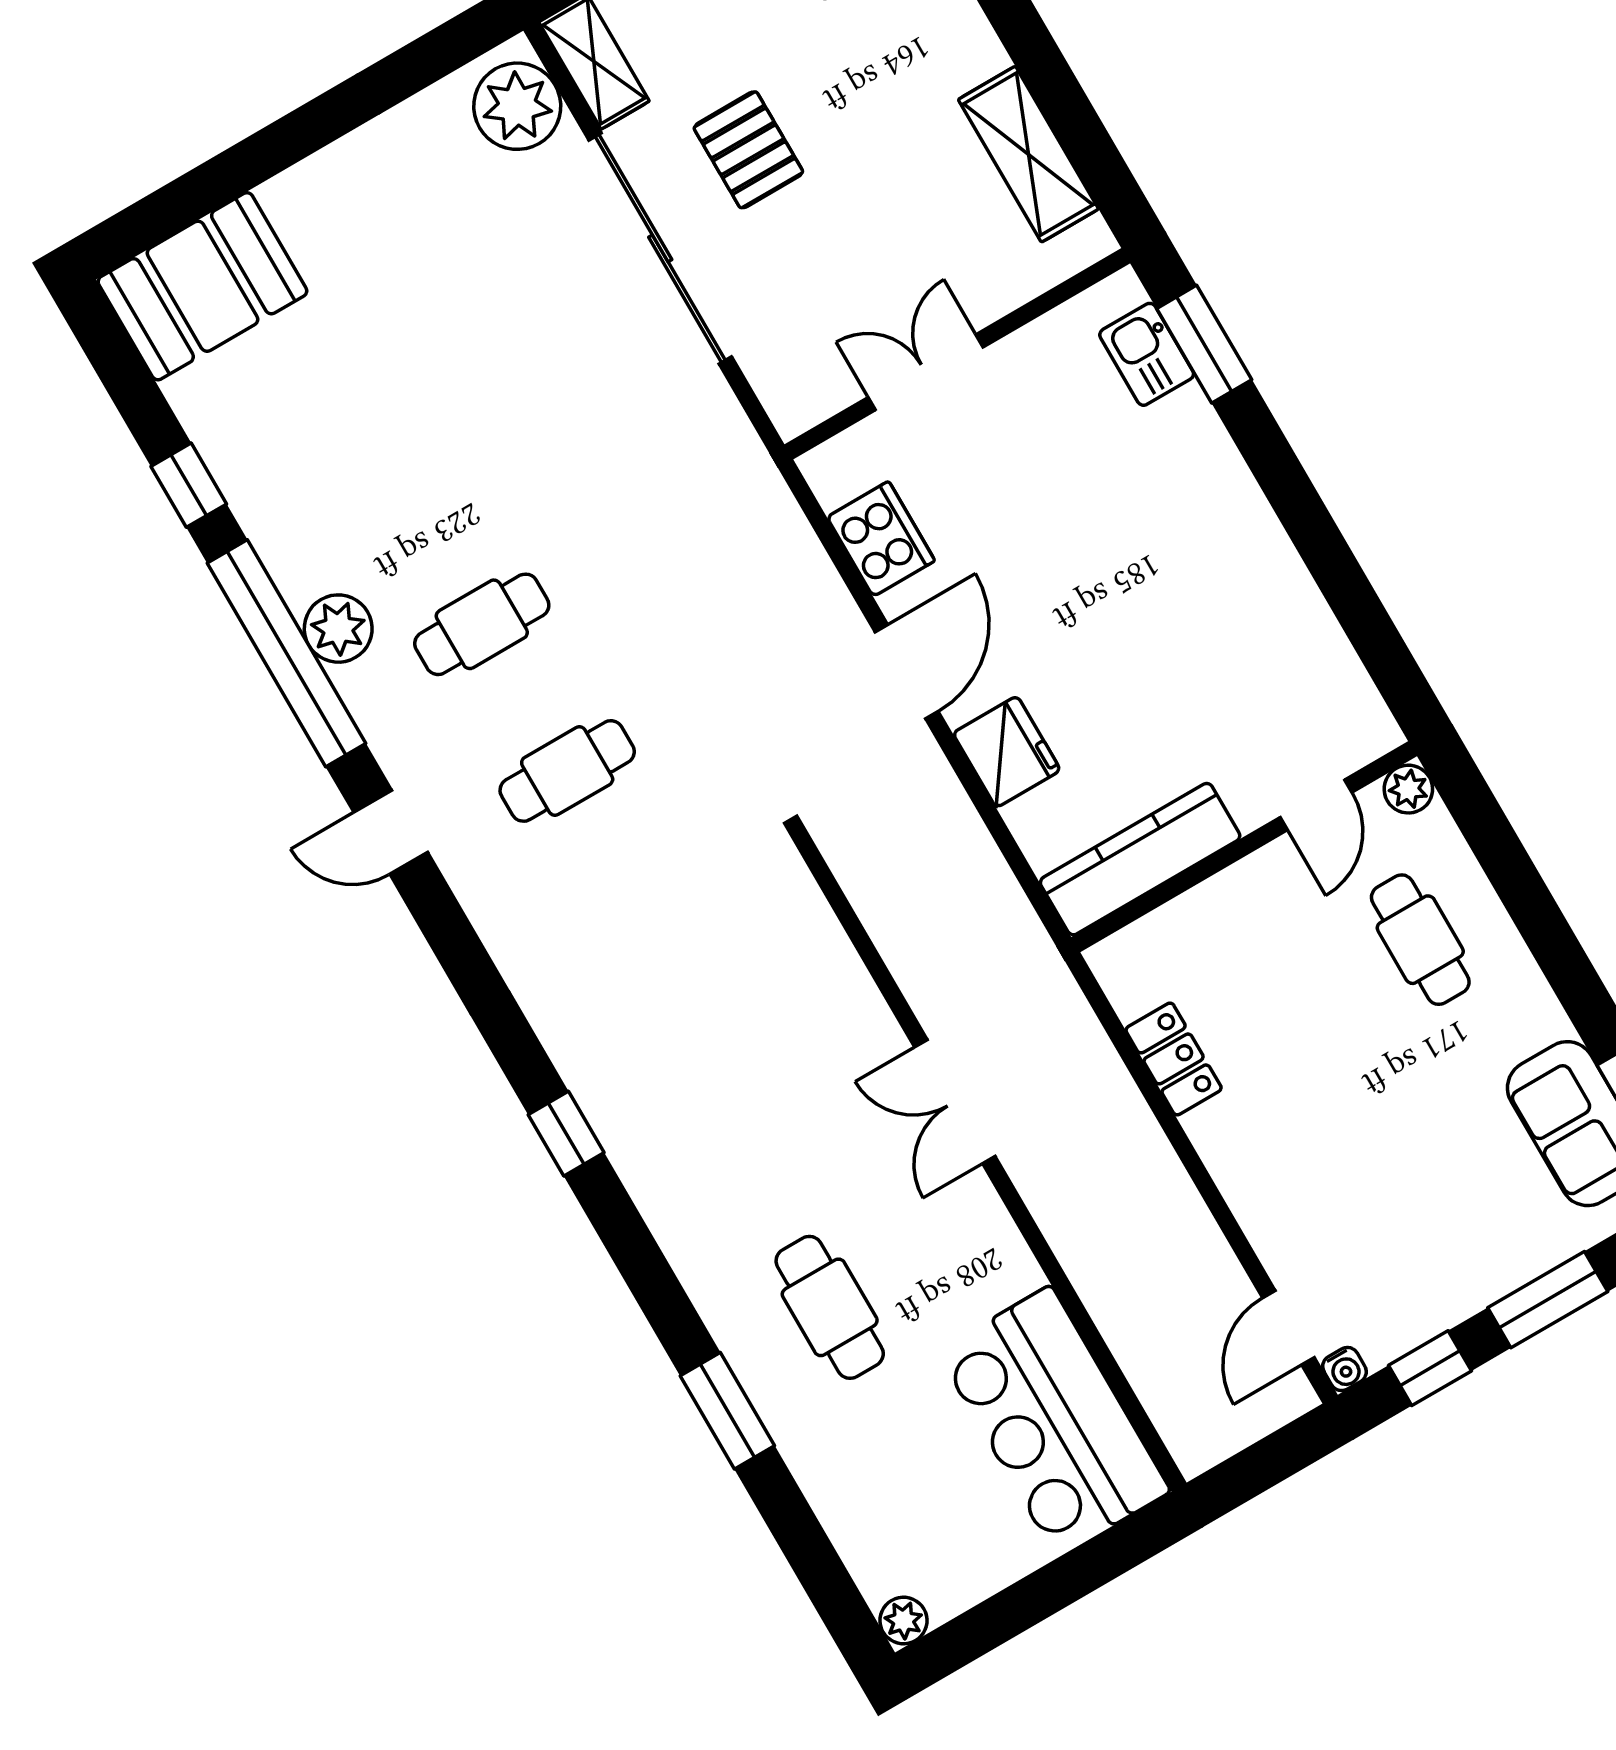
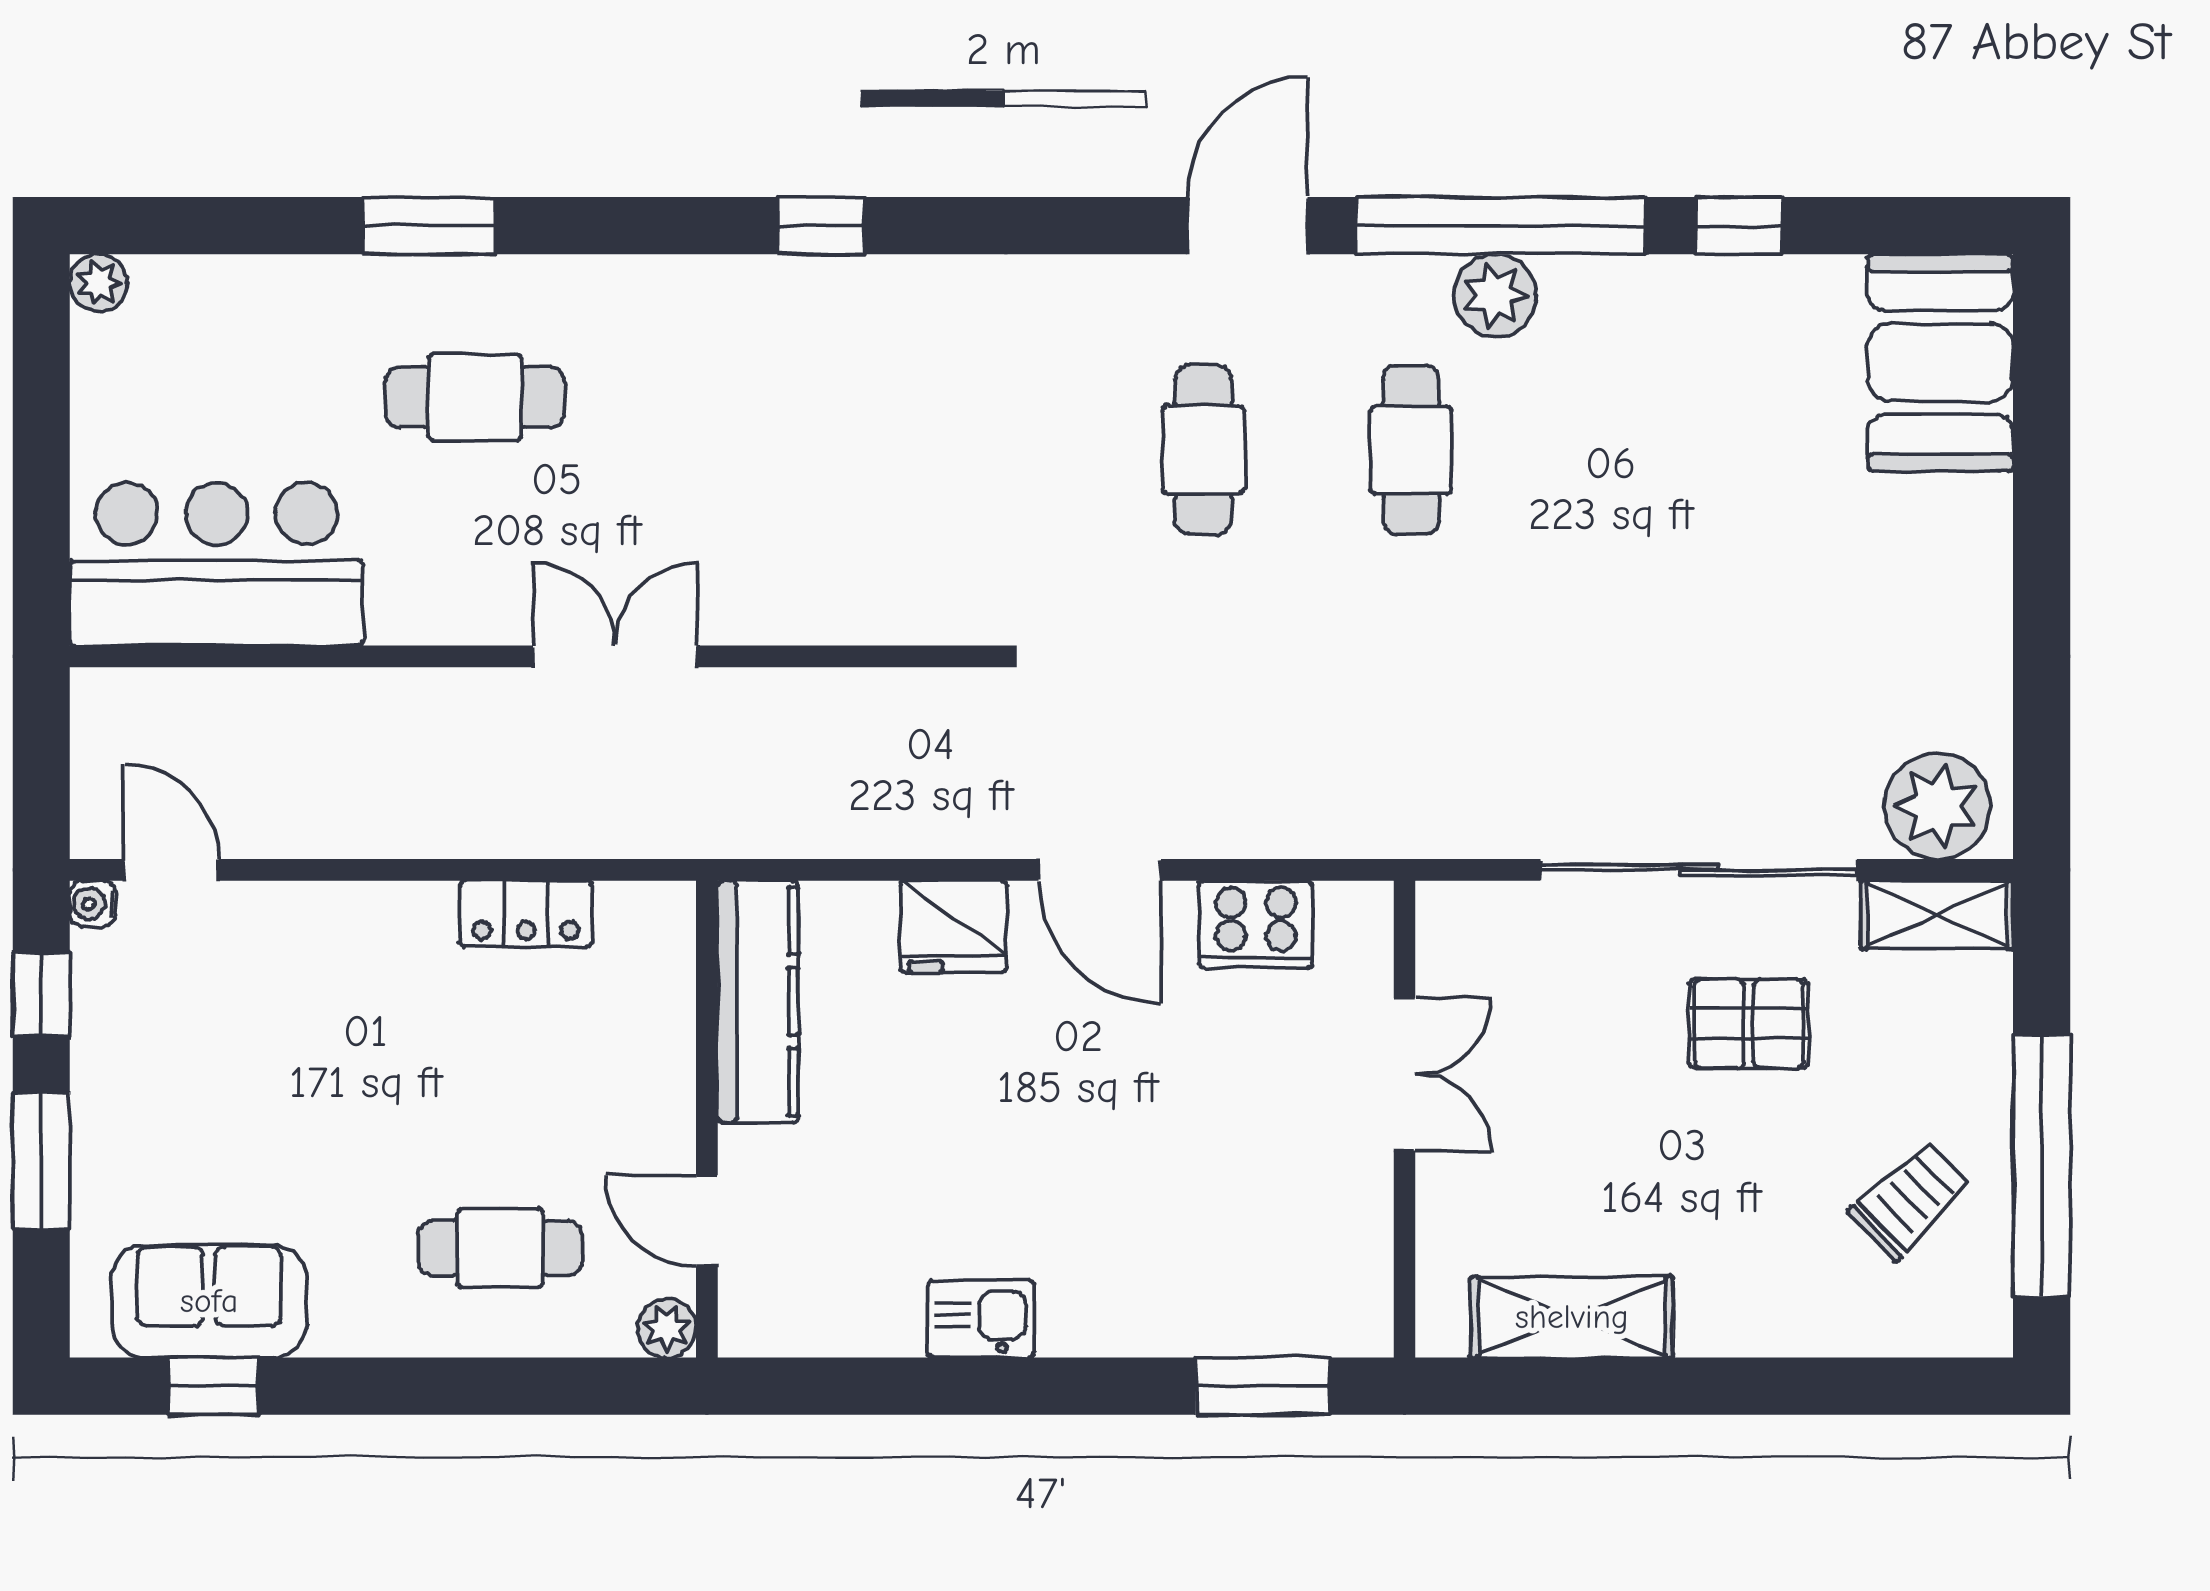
kitchen sink: (1147, 354) -> (981, 1319), moved
door: (391, 832) -> (1247, 226), width x1.38

